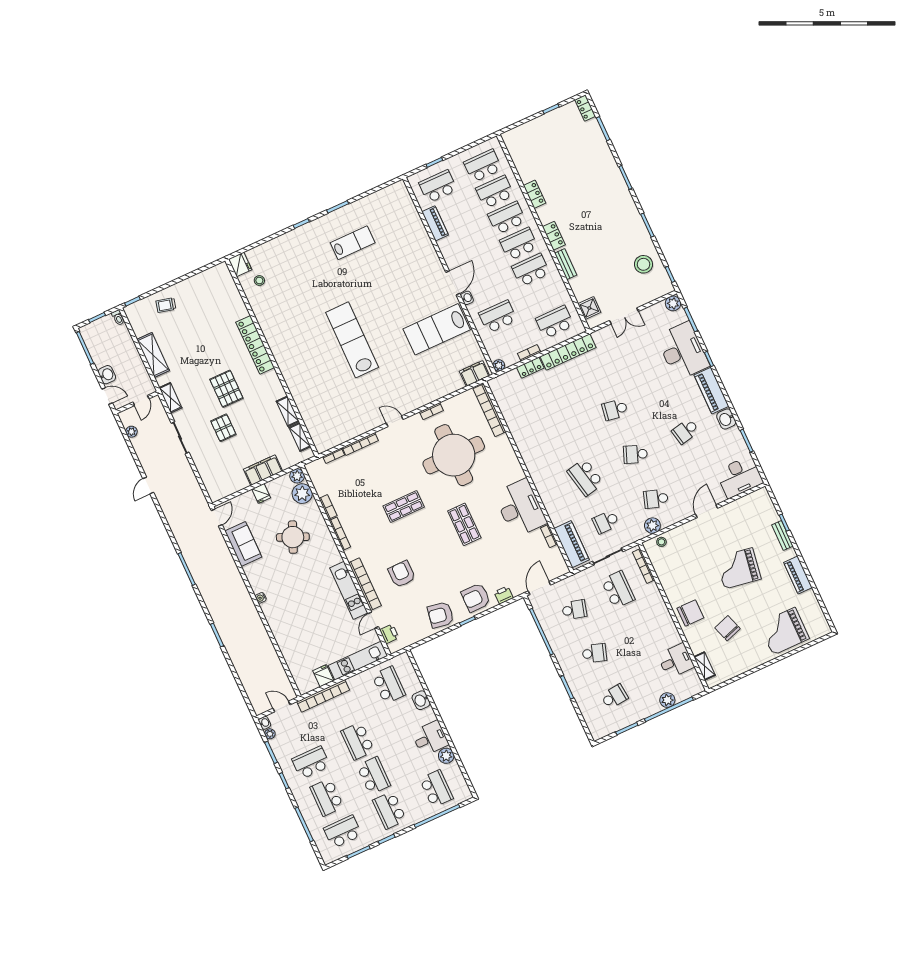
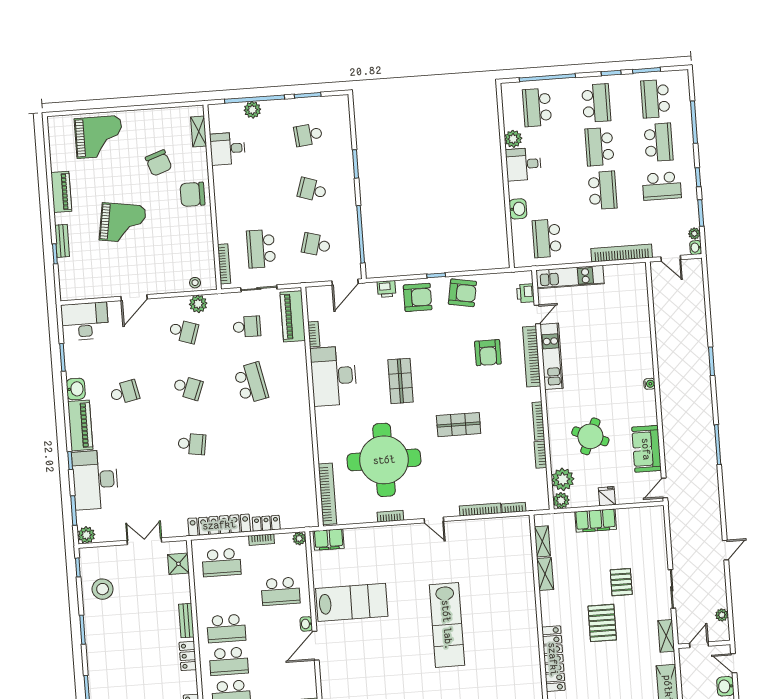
fridge: (323, 676) -> (613, 275), removed
school desk: (343, 832) -> (655, 99), turned 90

